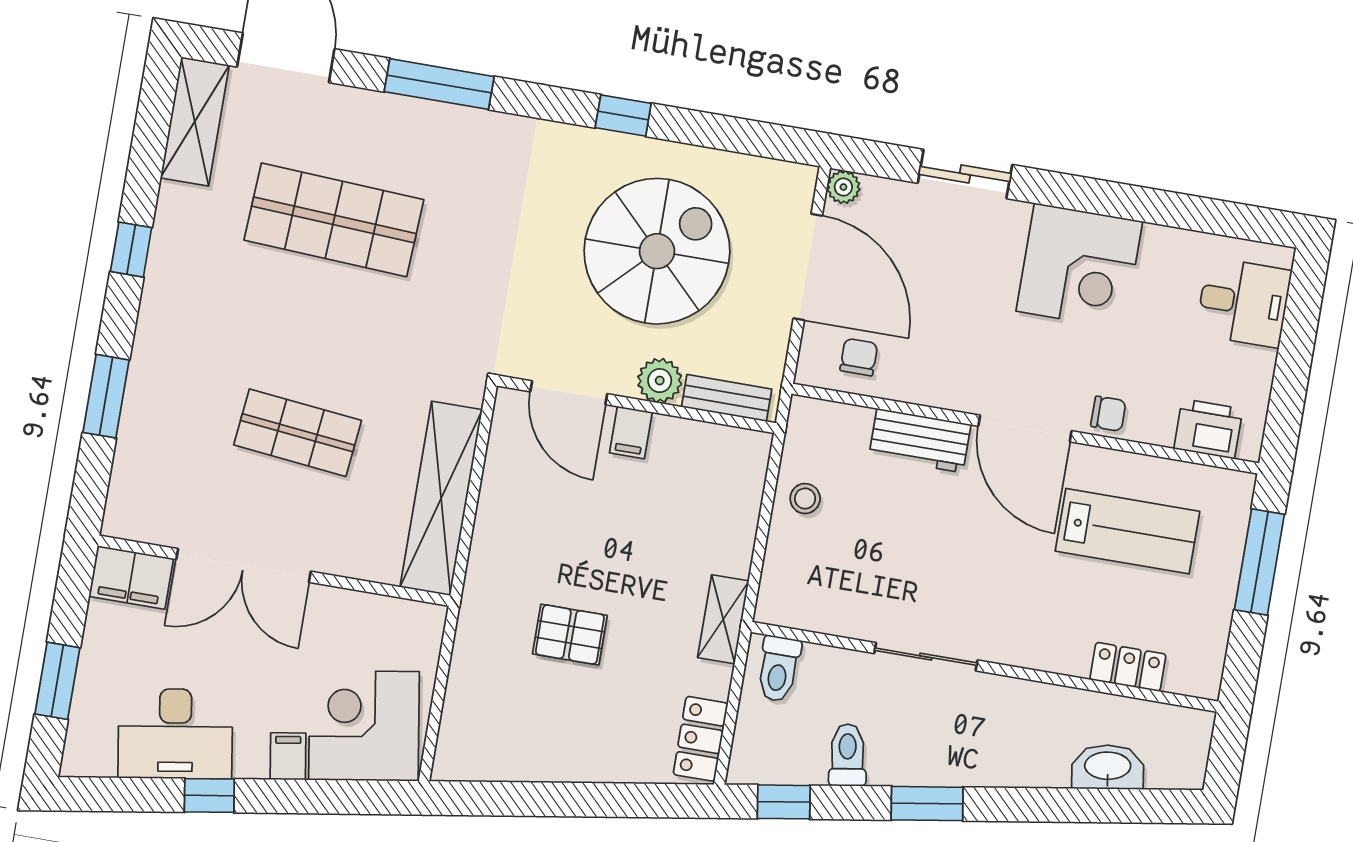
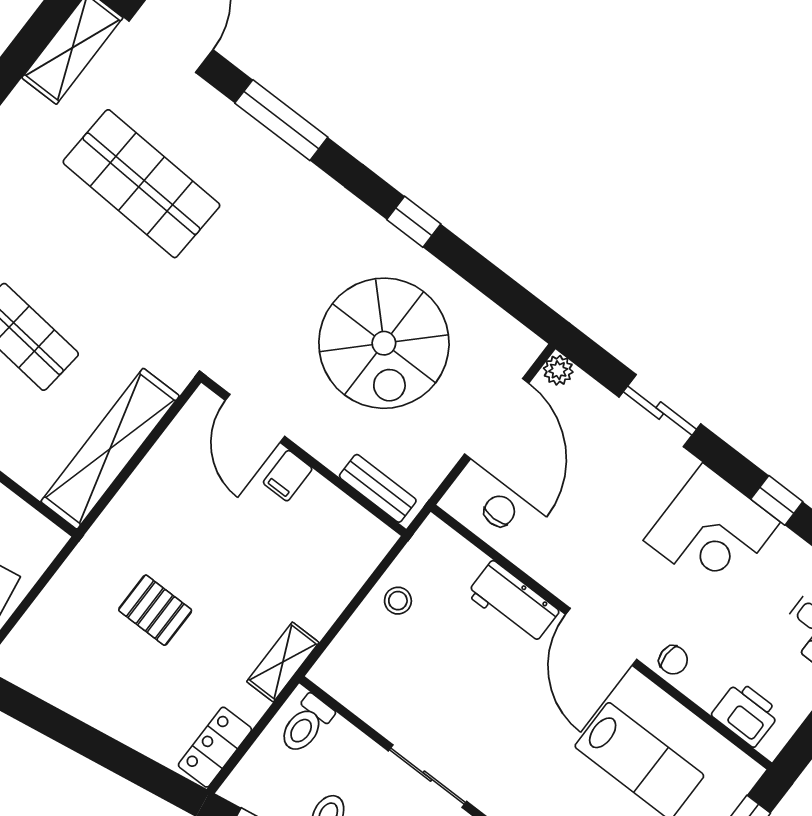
window: (1128, 202) -> (777, 500), added
spiral stairs: (657, 251) -> (384, 343), turned 90
plant: (660, 381) -> (332, 447), removed

